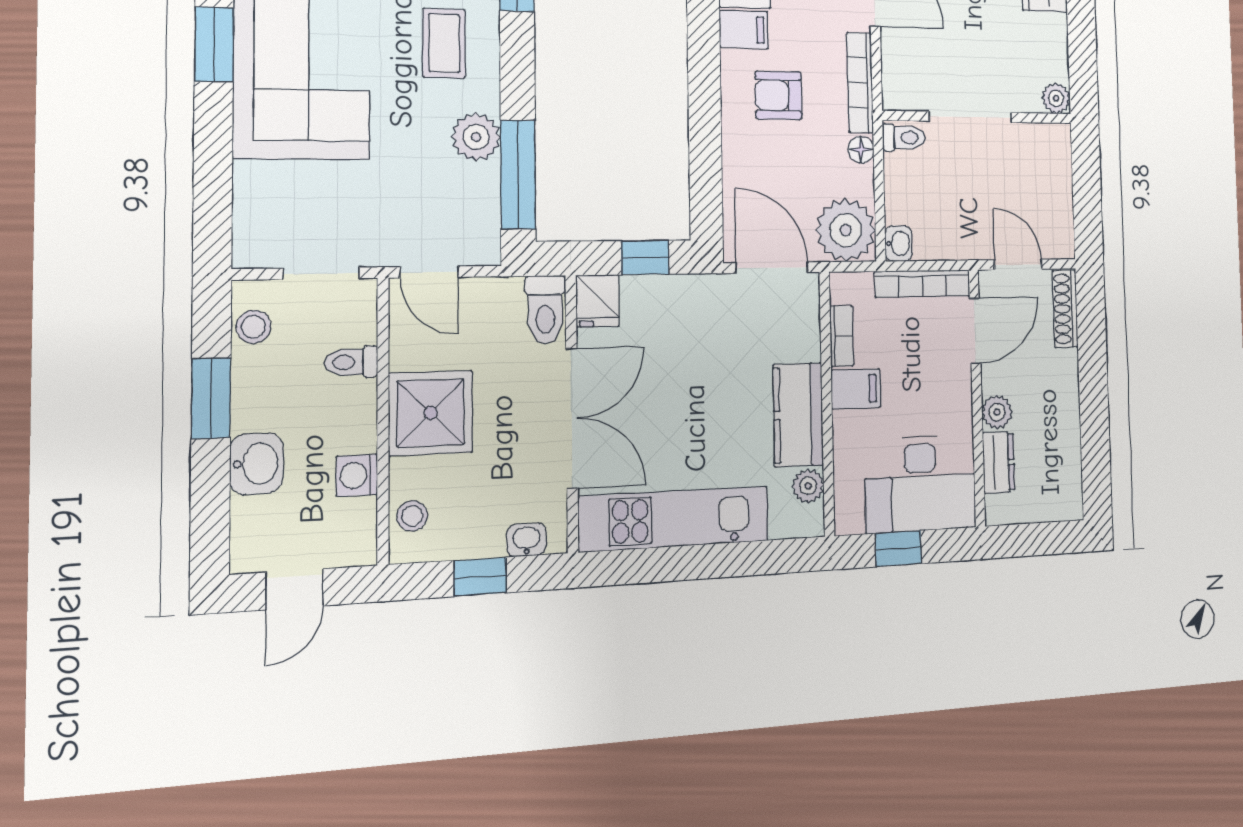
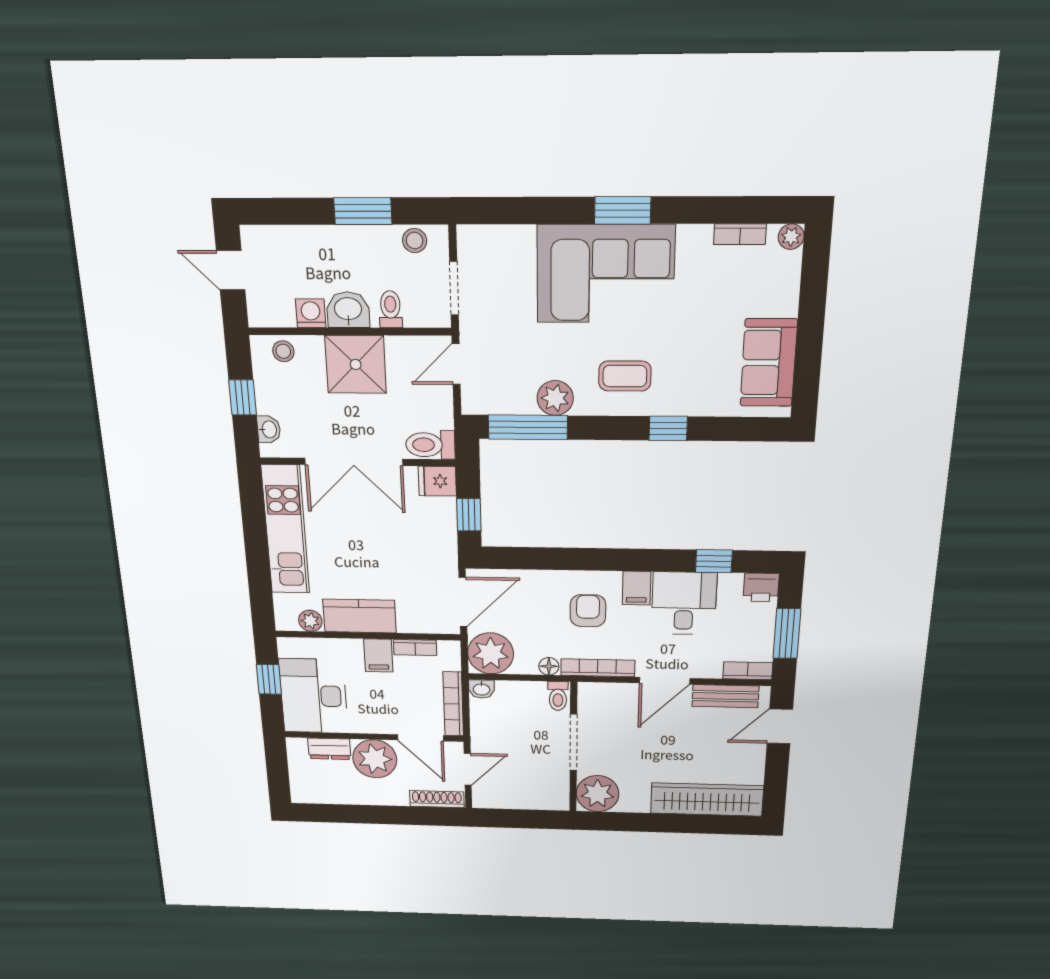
plant: (1056, 98) -> (598, 794), width x1.88, depth x1.88
plant: (997, 412) -> (375, 759), width x1.87, depth x1.87
washbasin: (257, 464) -> (348, 310), moved, turned 180

